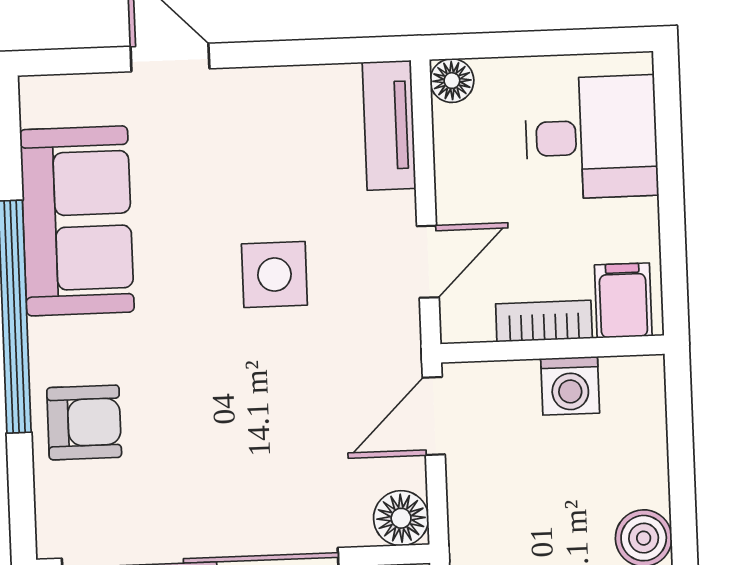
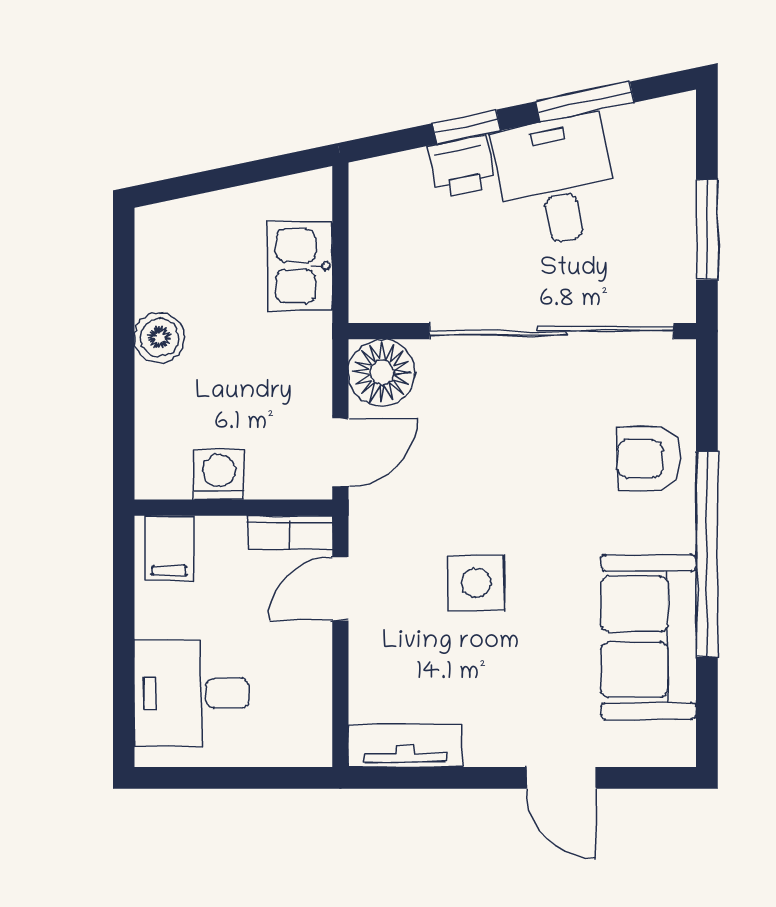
floor lamp: (452, 81) -> (313, 748), removed
tv unit: (389, 125) -> (405, 746), moved, turned -90
bookcase: (544, 321) -> (290, 533), moved
floor lamp: (401, 518) -> (382, 373), width x1.38, depth x1.38

